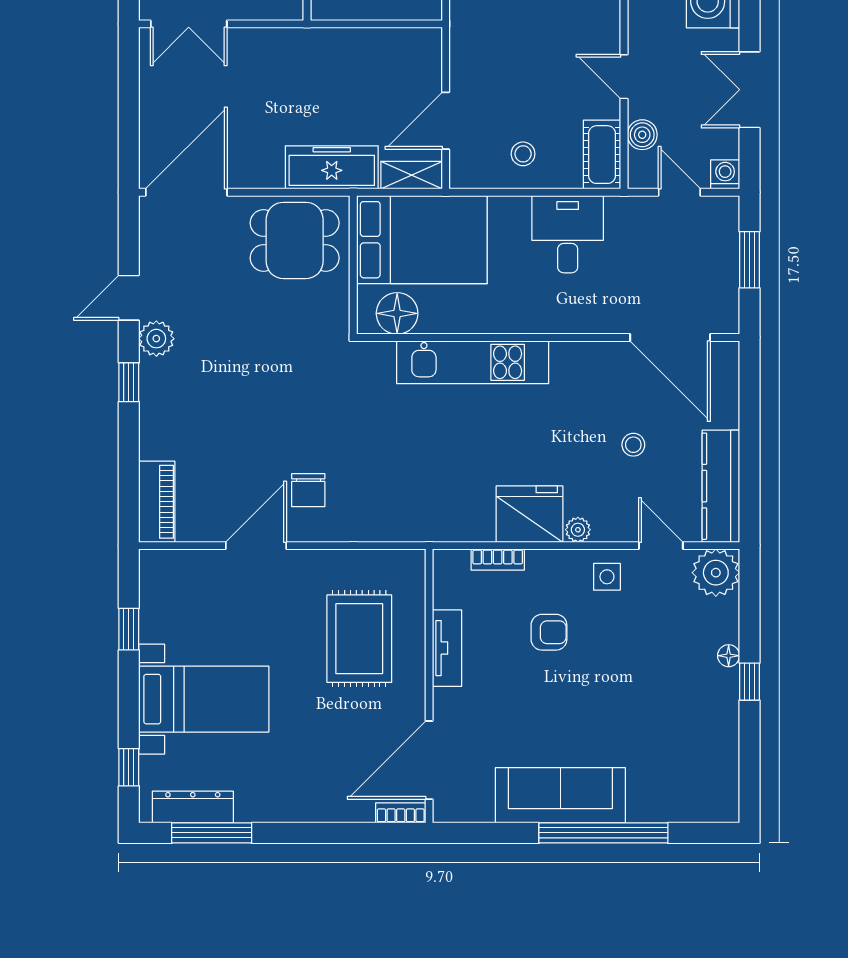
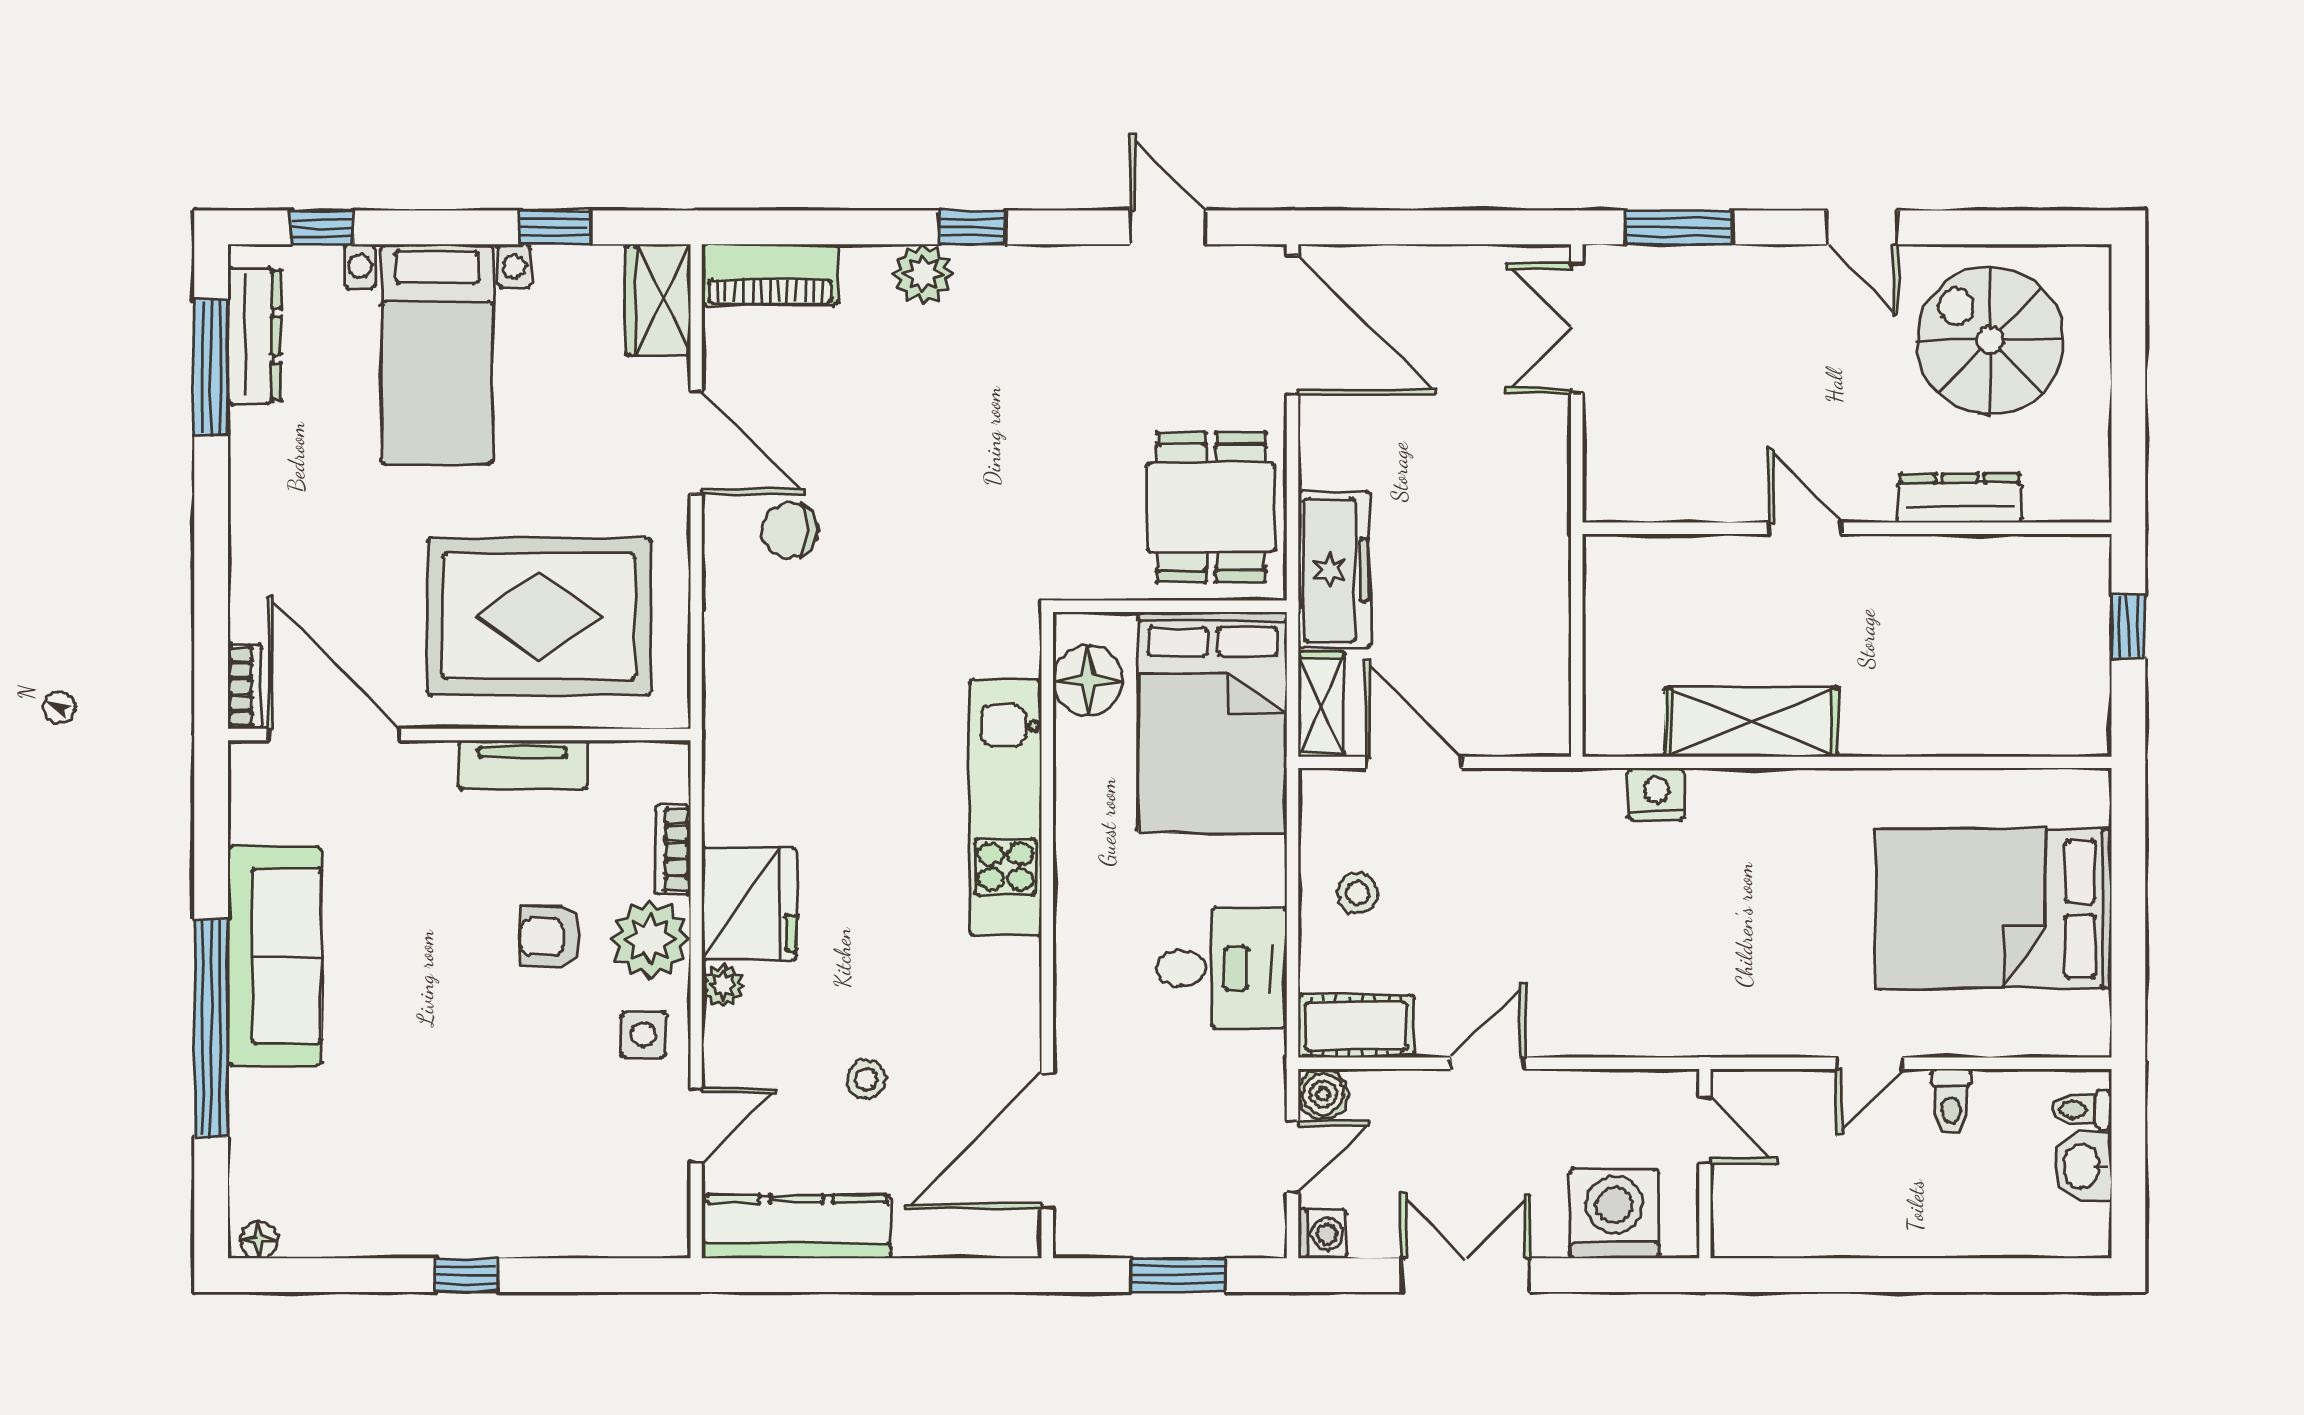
boiler: (642, 135) -> (1323, 1094), moved
door: (129, 298) -> (1168, 227), moved
plant: (156, 339) -> (923, 274), moved
wardrobe: (172, 568) -> (658, 300), added
plant: (716, 573) -> (650, 940), moved
armchair: (549, 632) -> (550, 937), turned 90
rug: (359, 639) -> (539, 617), width x1.37, depth x1.44
floor lamp: (729, 656) -> (259, 1240), moved

